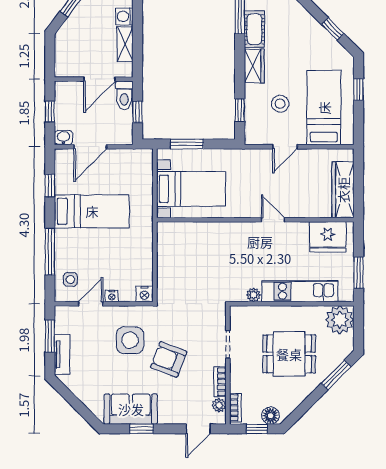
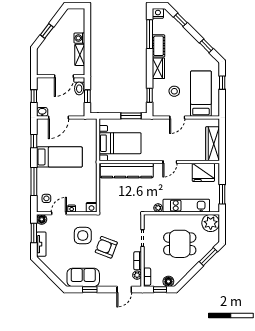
window: (187, 144) -> (131, 116), moved
door: (273, 220) -> (170, 162), swing flipped
kitchen counter: (202, 234) -> (127, 171), added
floor lamp: (63, 314) -> (42, 219), added

